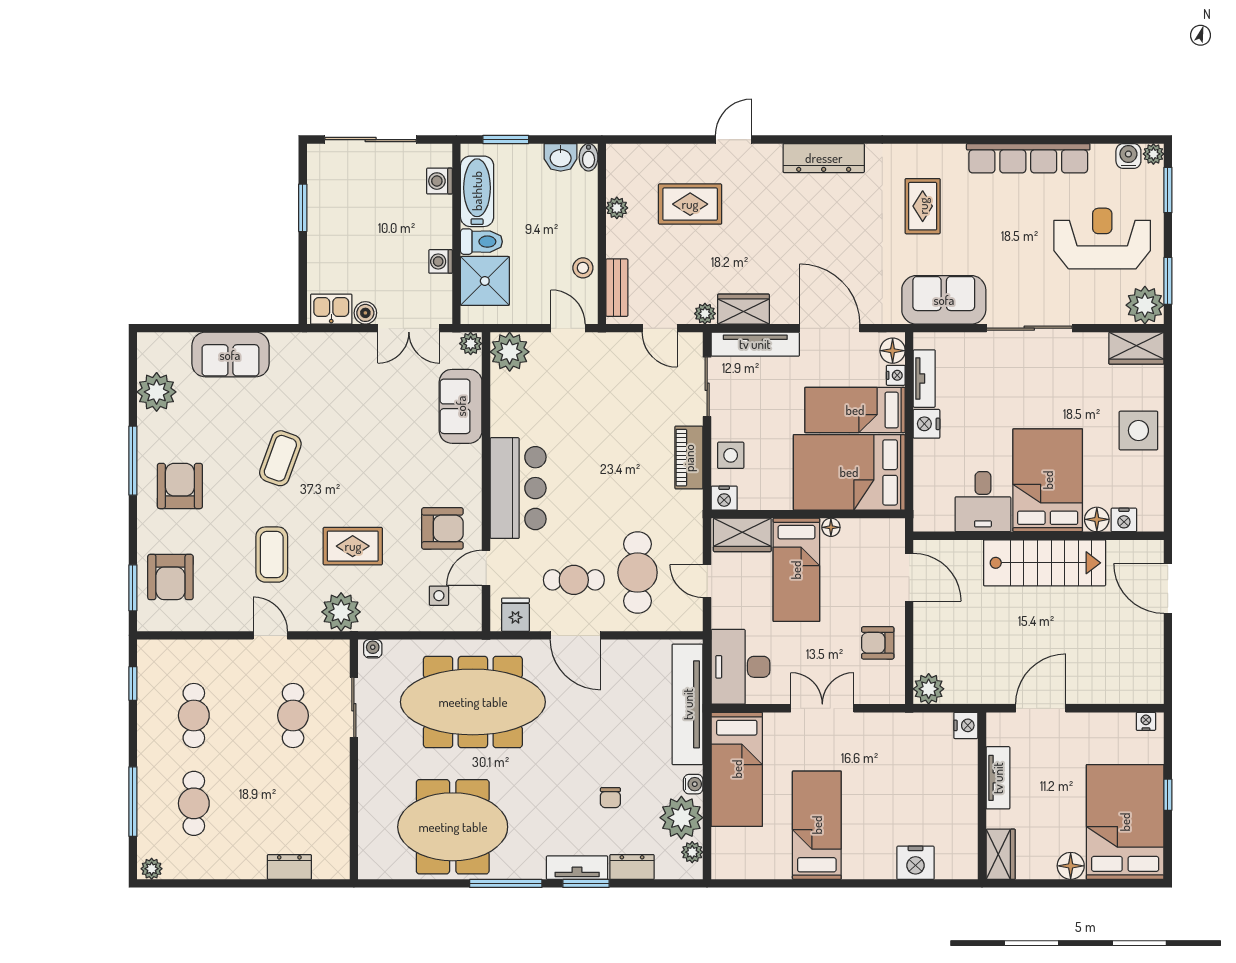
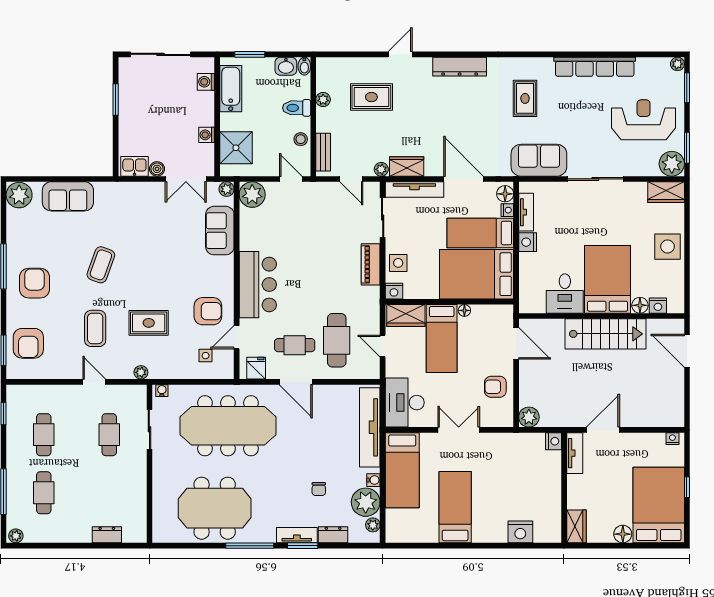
water cooler: (1128, 156) -> (661, 65), removed
toilet: (481, 242) -> (297, 108), moved, turned 180
plant: (157, 392) -> (19, 195), moved
plant: (341, 612) -> (141, 372), width x0.53, depth x0.53
tv unit: (998, 778) -> (575, 453), moved

